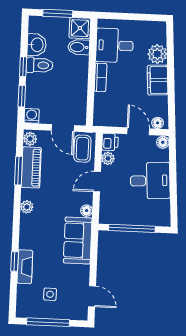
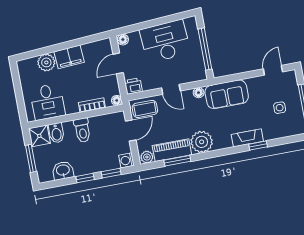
toilet: (40, 65) -> (82, 130), moved, turned 180
bookcase: (101, 77) -> (92, 105), moved
floor lamp: (158, 123) -> (117, 100), moved
plant: (108, 158) -> (148, 84), removed
desk: (150, 181) -> (165, 41), width x1.37
plant: (27, 207) -> (202, 142), width x1.87, depth x1.87
fireplace: (25, 267) -> (247, 138), moved

